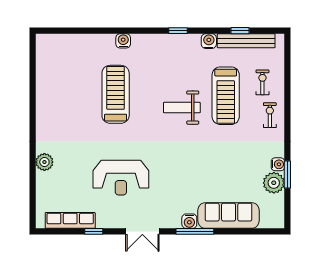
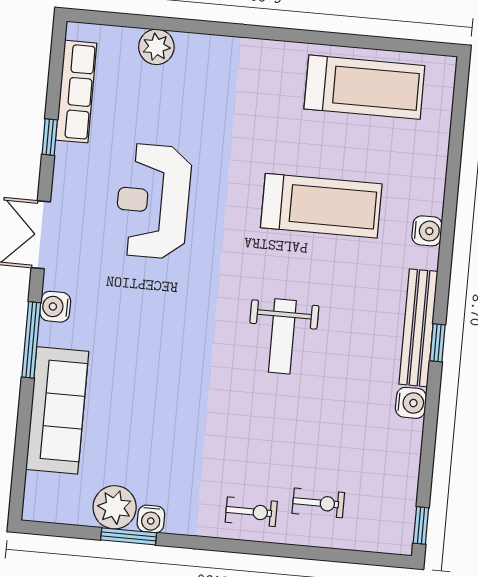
window: (240, 31) -> (421, 525), moved
bench: (246, 41) -> (418, 328), moved
treadmill: (226, 96) -> (364, 87), moved, turned 180
weight bench: (182, 108) -> (282, 336), turned 180
plant: (44, 162) -> (156, 47), moved
water cooler: (189, 221) -> (55, 307), moved

